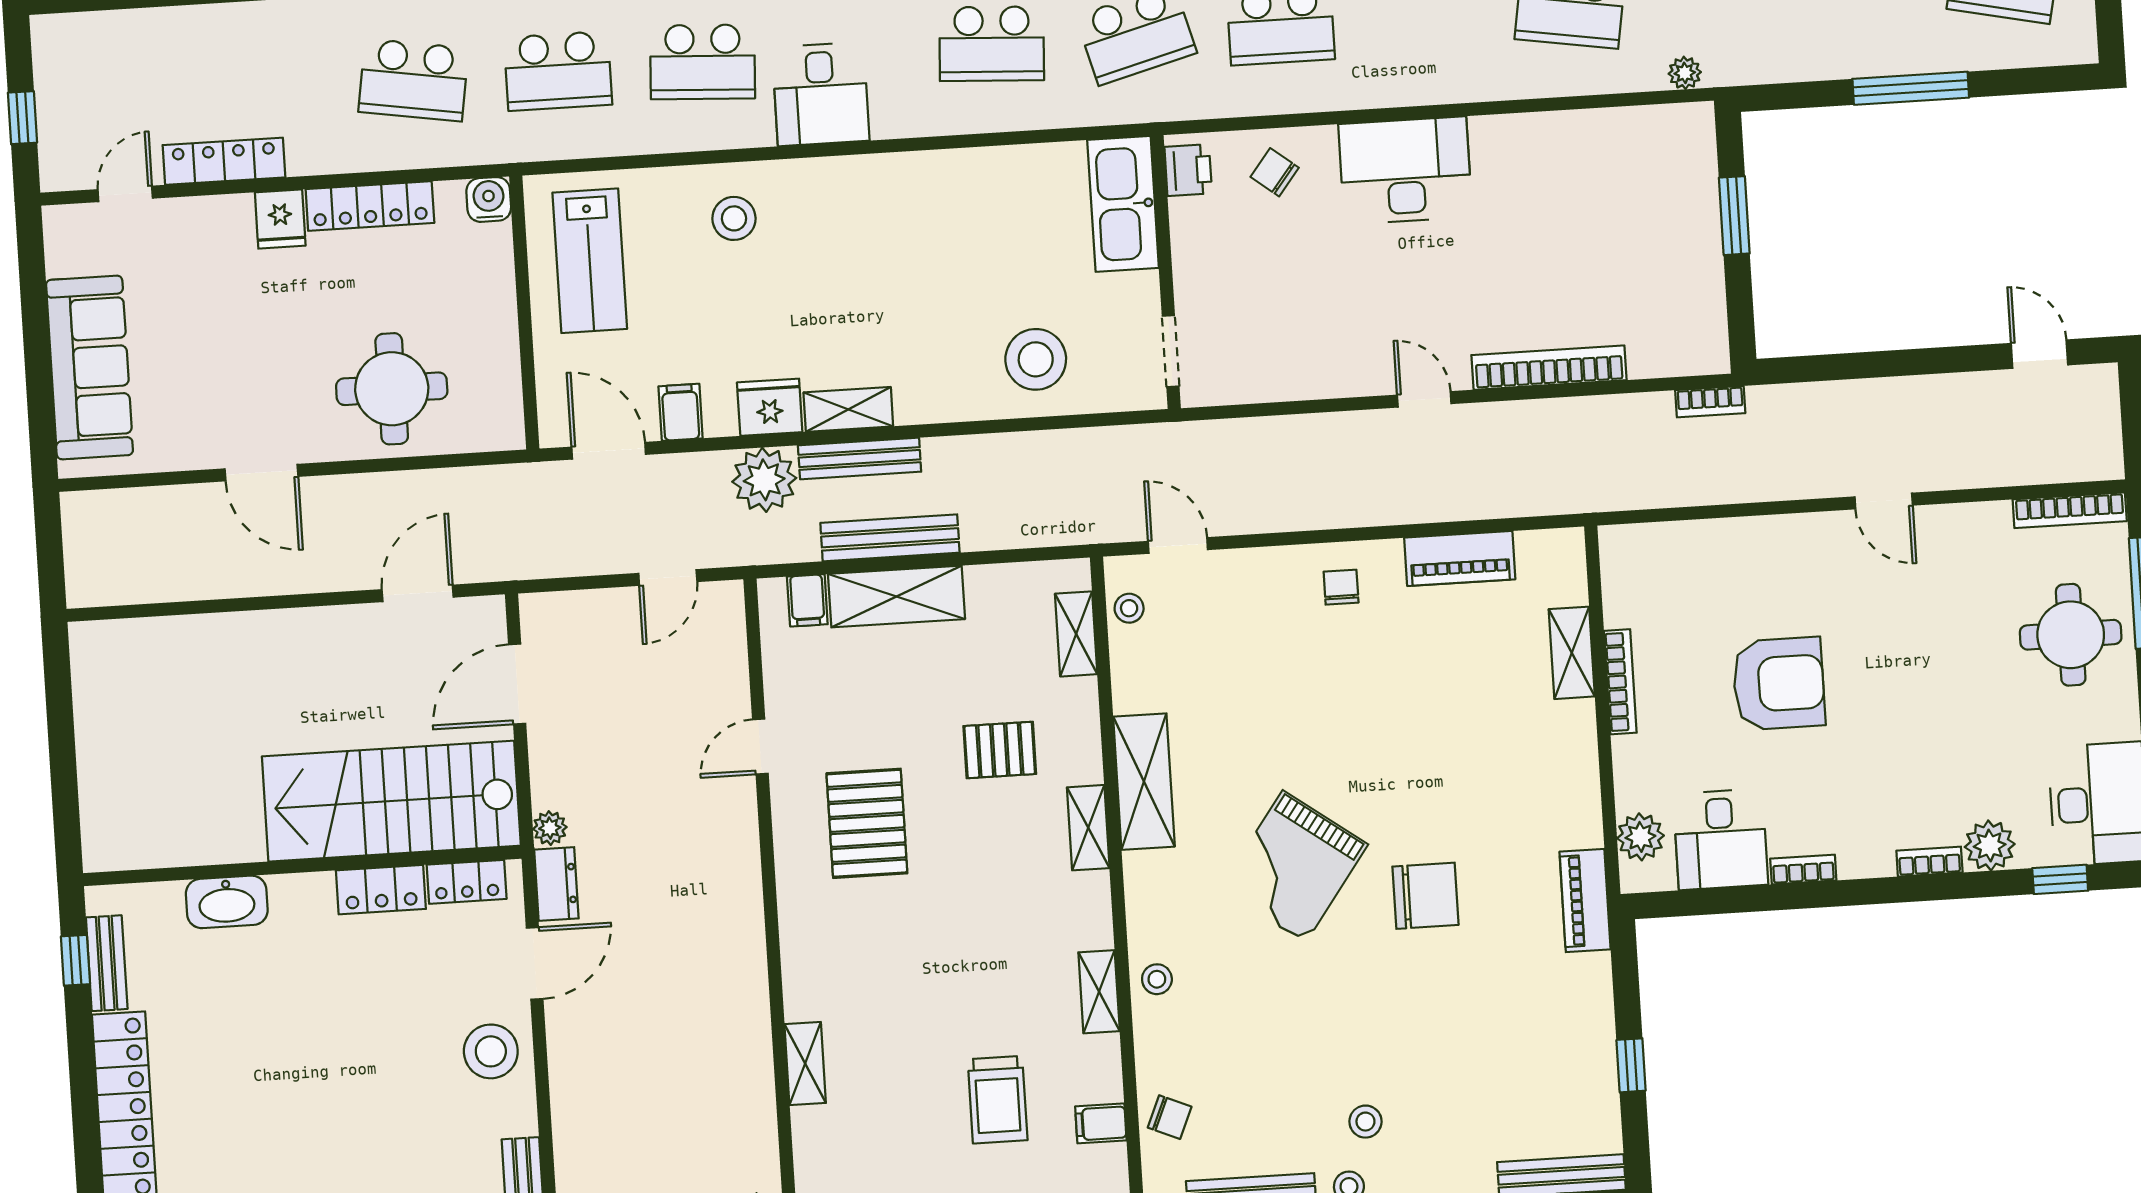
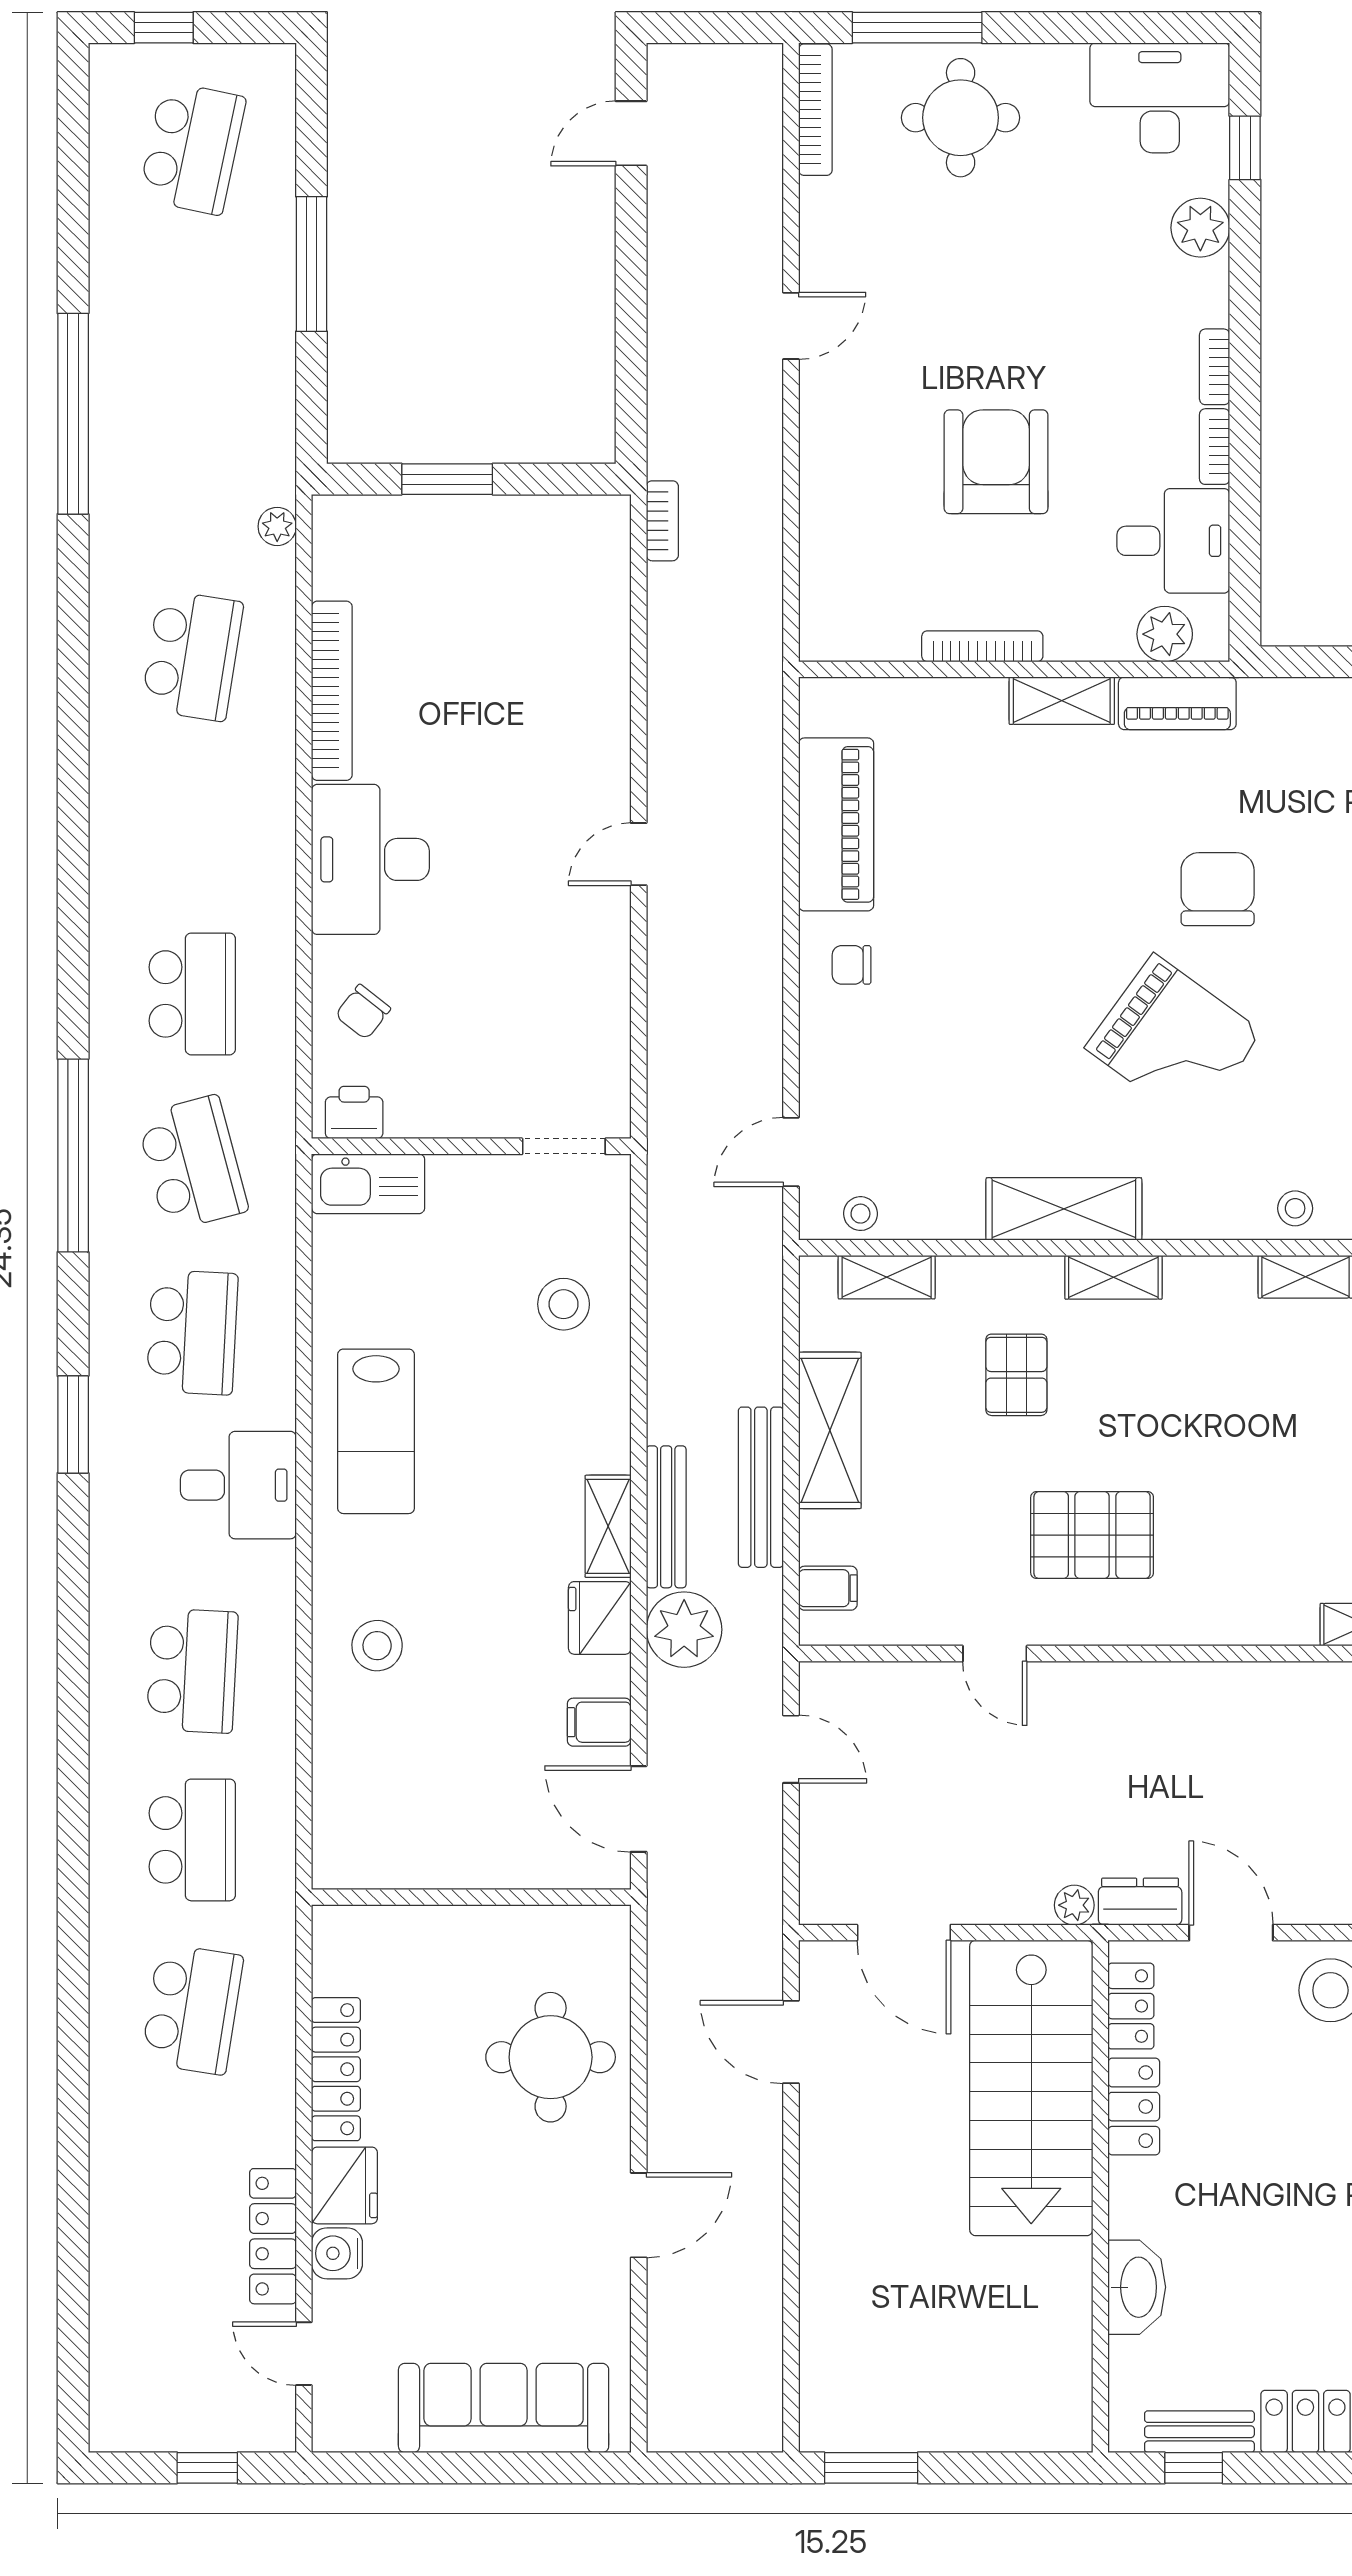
desk: (821, 94) -> (238, 1485), moved
water cooler: (489, 199) -> (337, 2253), moved
kitchen sink: (1123, 204) -> (368, 1184), width x0.73, depth x0.81
fridge: (280, 219) -> (344, 2185), width x1.38
lab bench: (590, 261) -> (376, 1431), moved, turned 90
stool: (1036, 359) -> (564, 1304), width x0.73, depth x0.73
bookcase: (1549, 368) -> (332, 691), moved, turned 180
door: (609, 451) -> (639, 1809), hinge flipped
piano: (1460, 559) -> (836, 824), width x1.37, depth x1.33
shelving: (897, 597) -> (830, 1430), moved
shelving: (1572, 653) -> (1062, 701), moved
window: (58, 685) -> (871, 2468), added
bookcase: (1929, 862) -> (1215, 367), moved
piano: (1585, 901) -> (1177, 703), moved

